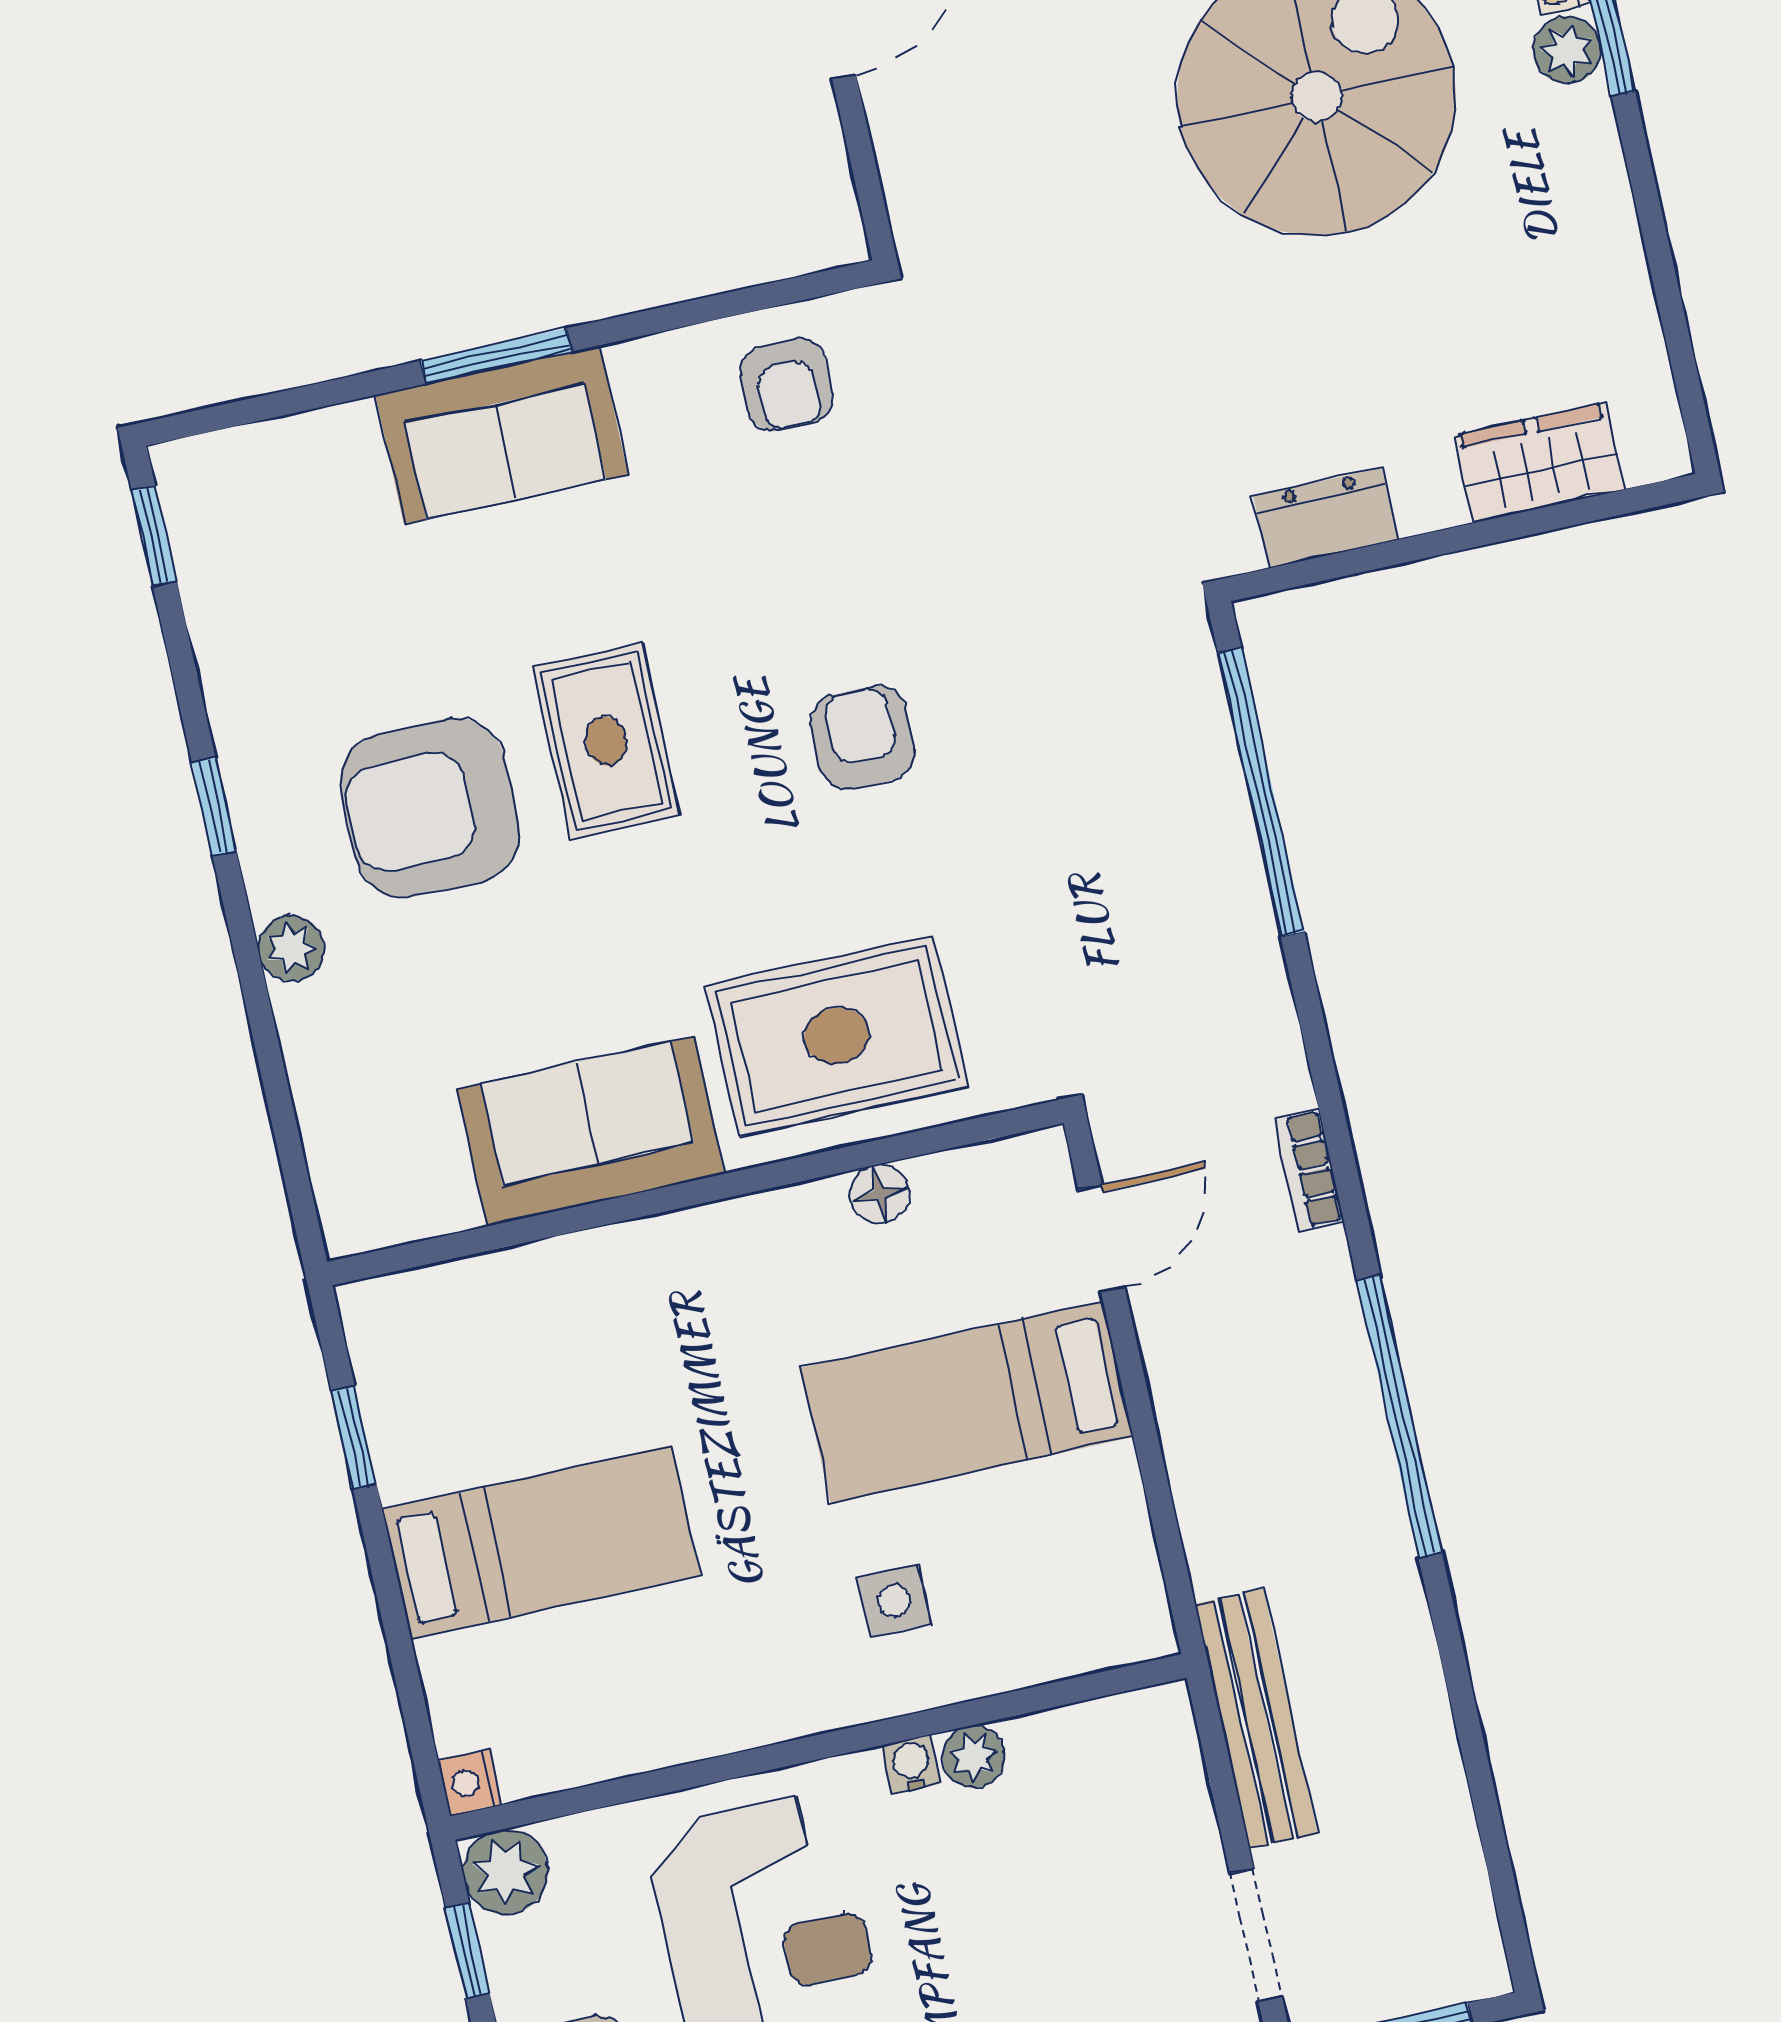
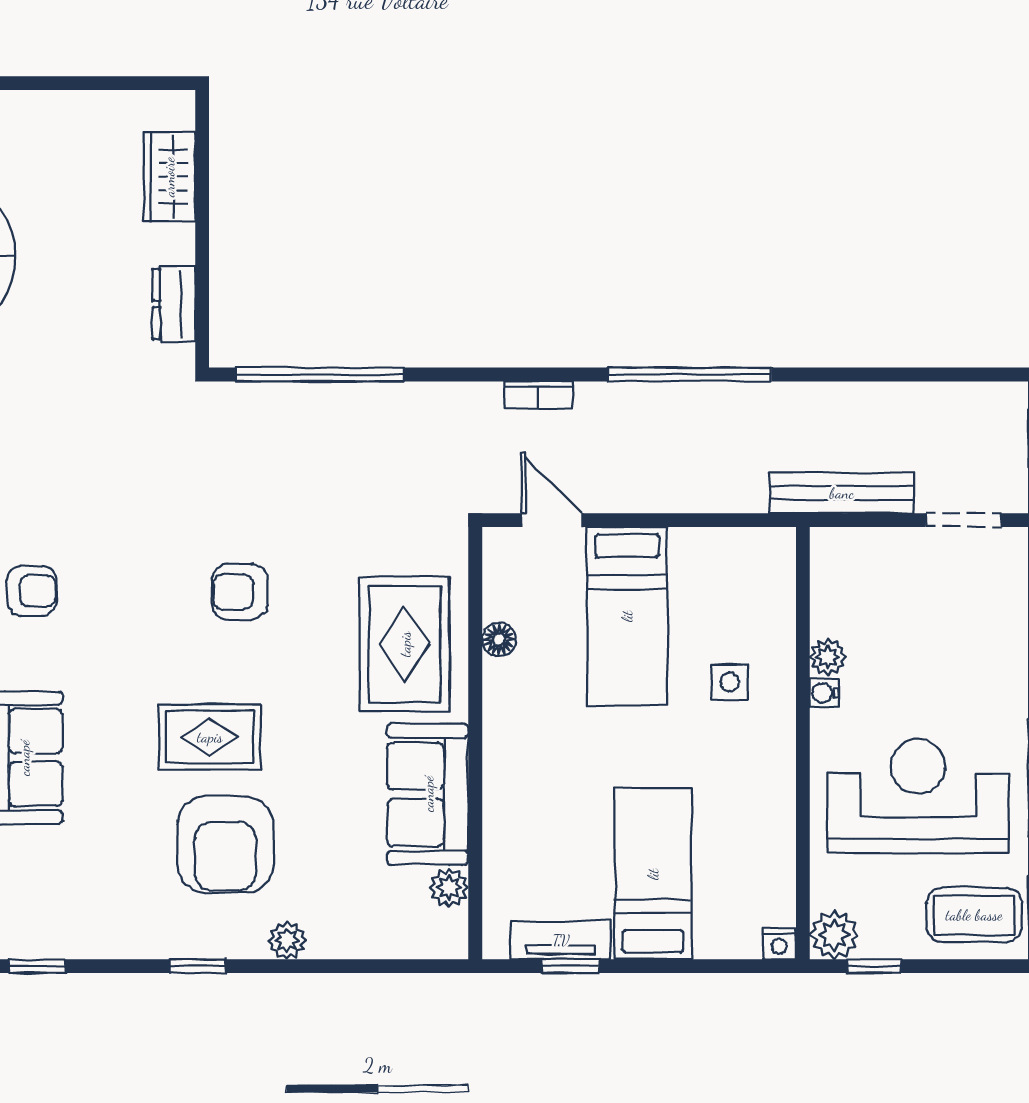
plant: (441, 1203) -> (449, 888), added
tv unit: (394, 1411) -> (561, 940), added

